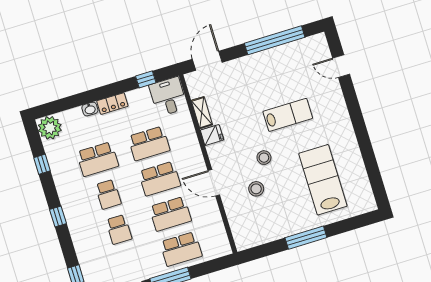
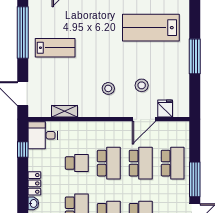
lab bench: (288, 115) -> (55, 48), moved, turned 90
fridge: (212, 135) -> (165, 108), moved
school desk: (149, 143) -> (77, 163), width x0.54
stool: (264, 158) -> (108, 88), moved
door: (214, 183) -> (144, 119), moved

